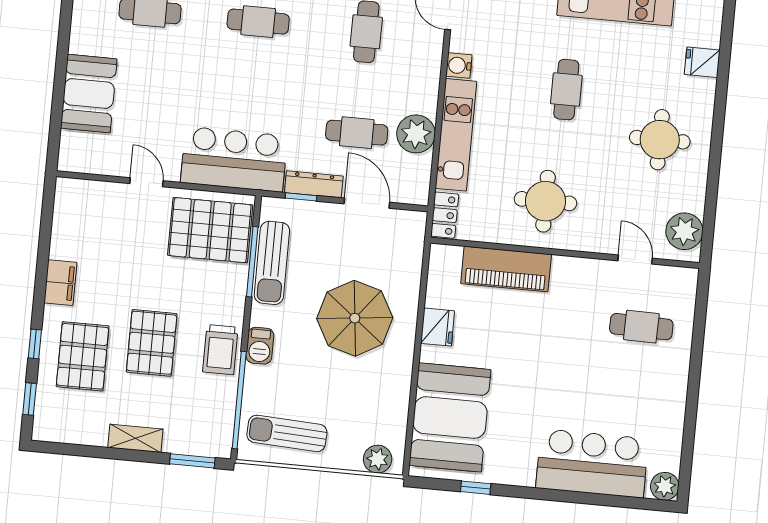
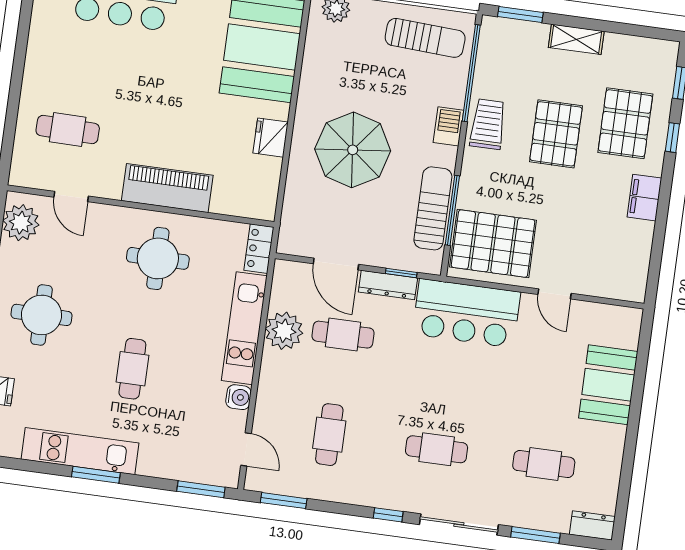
piano: (506, 269) -> (167, 188), moved

